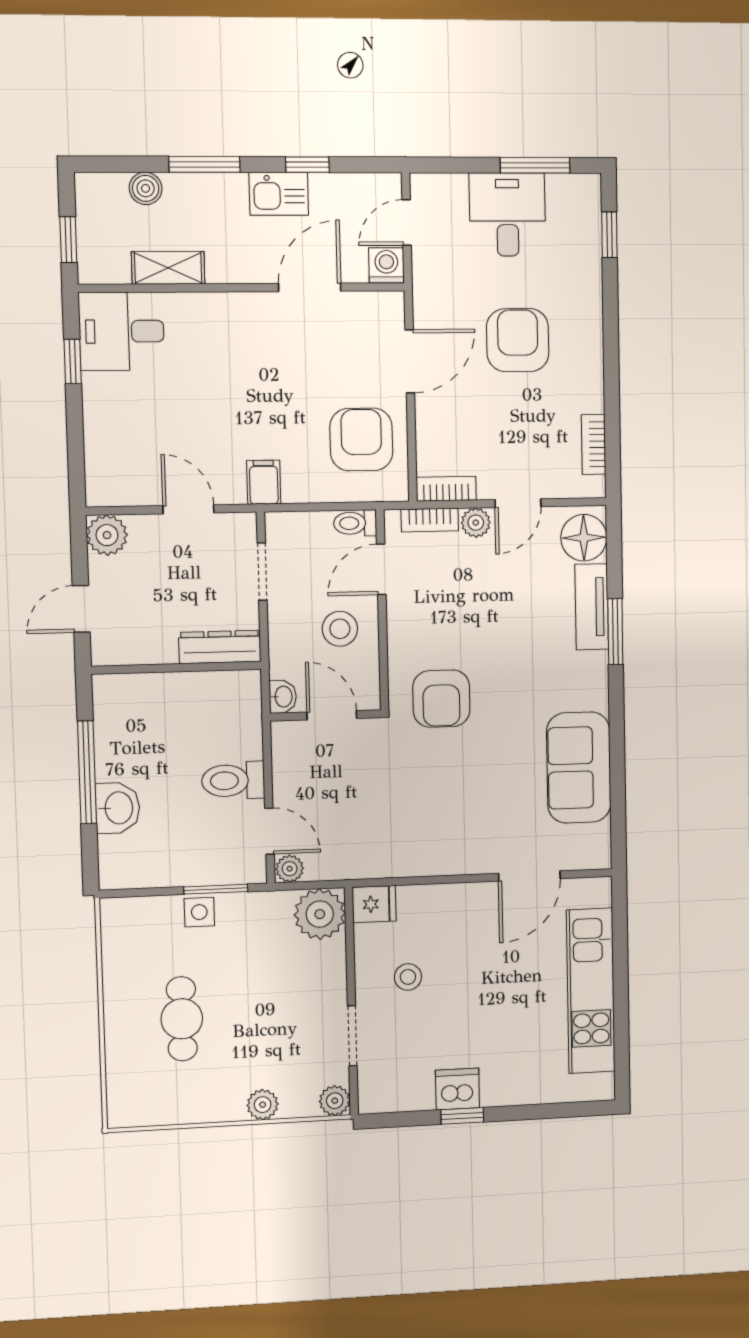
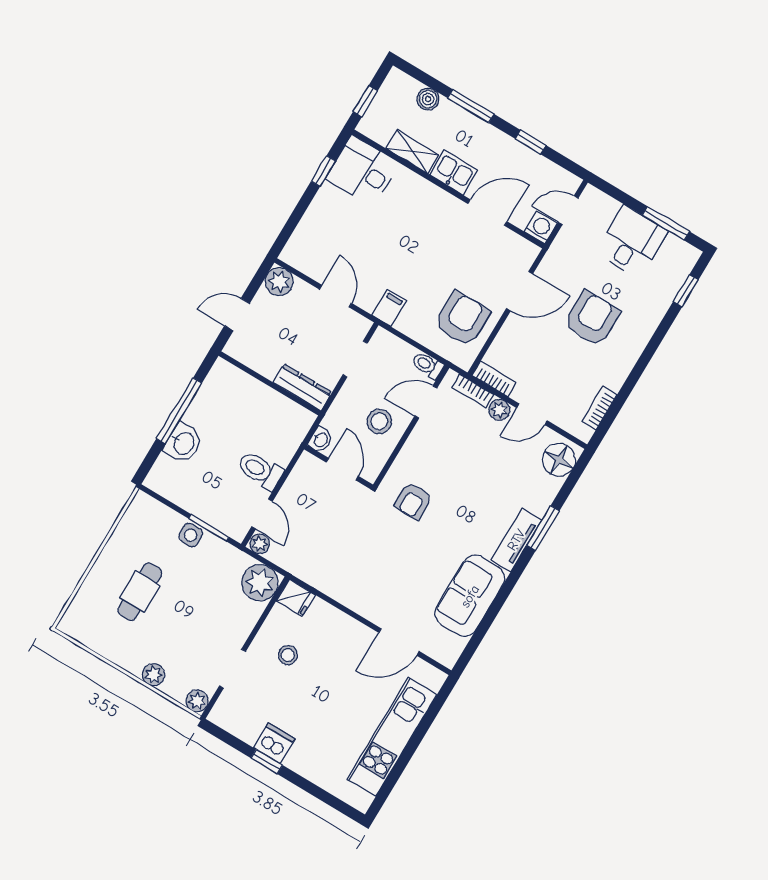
kitchen sink: (279, 194) -> (454, 173), moved, turned 180
tv unit: (592, 607) -> (516, 540), moved
armchair: (441, 699) -> (413, 501), width x0.72, depth x0.72

